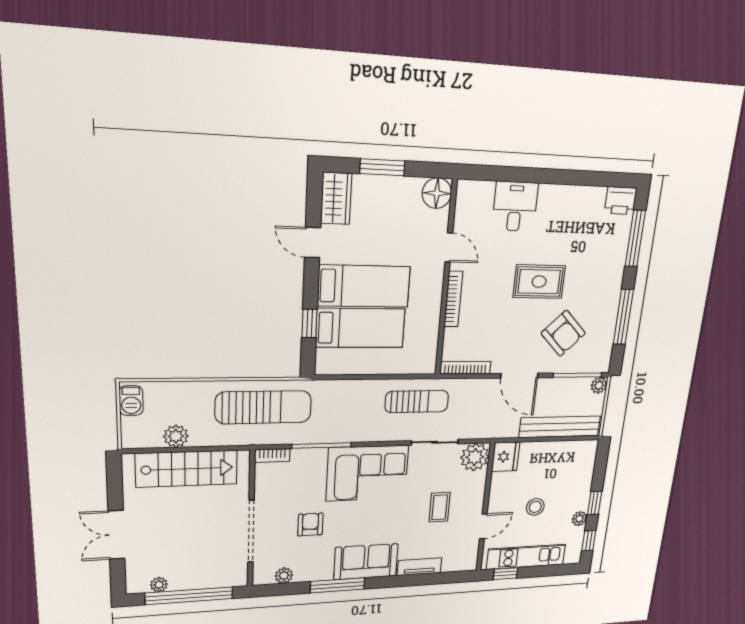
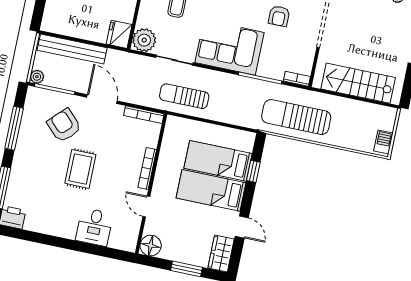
rug: (539, 282) -> (80, 169), turned 90
plant: (176, 436) -> (360, 109), removed

